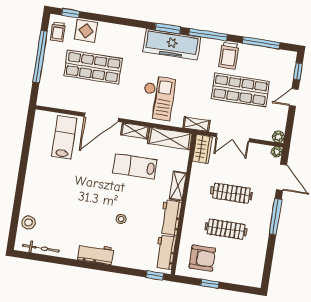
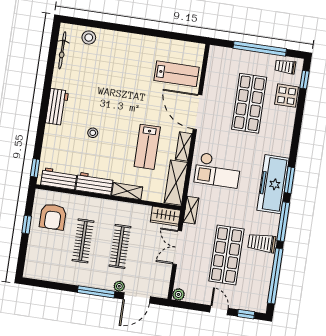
window: (261, 43) -> (275, 276), width x1.46
plant: (277, 152) -> (119, 286), moved
lab bench: (135, 166) -> (147, 147), turned 180

